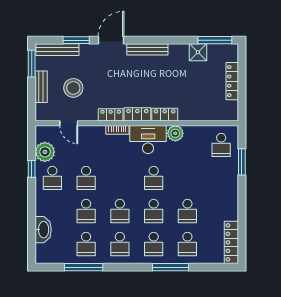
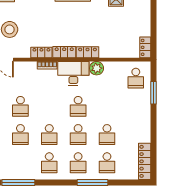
locker: (232, 81) -> (145, 47), moved, width x0.66
school desk: (86, 244) -> (20, 163), removed

